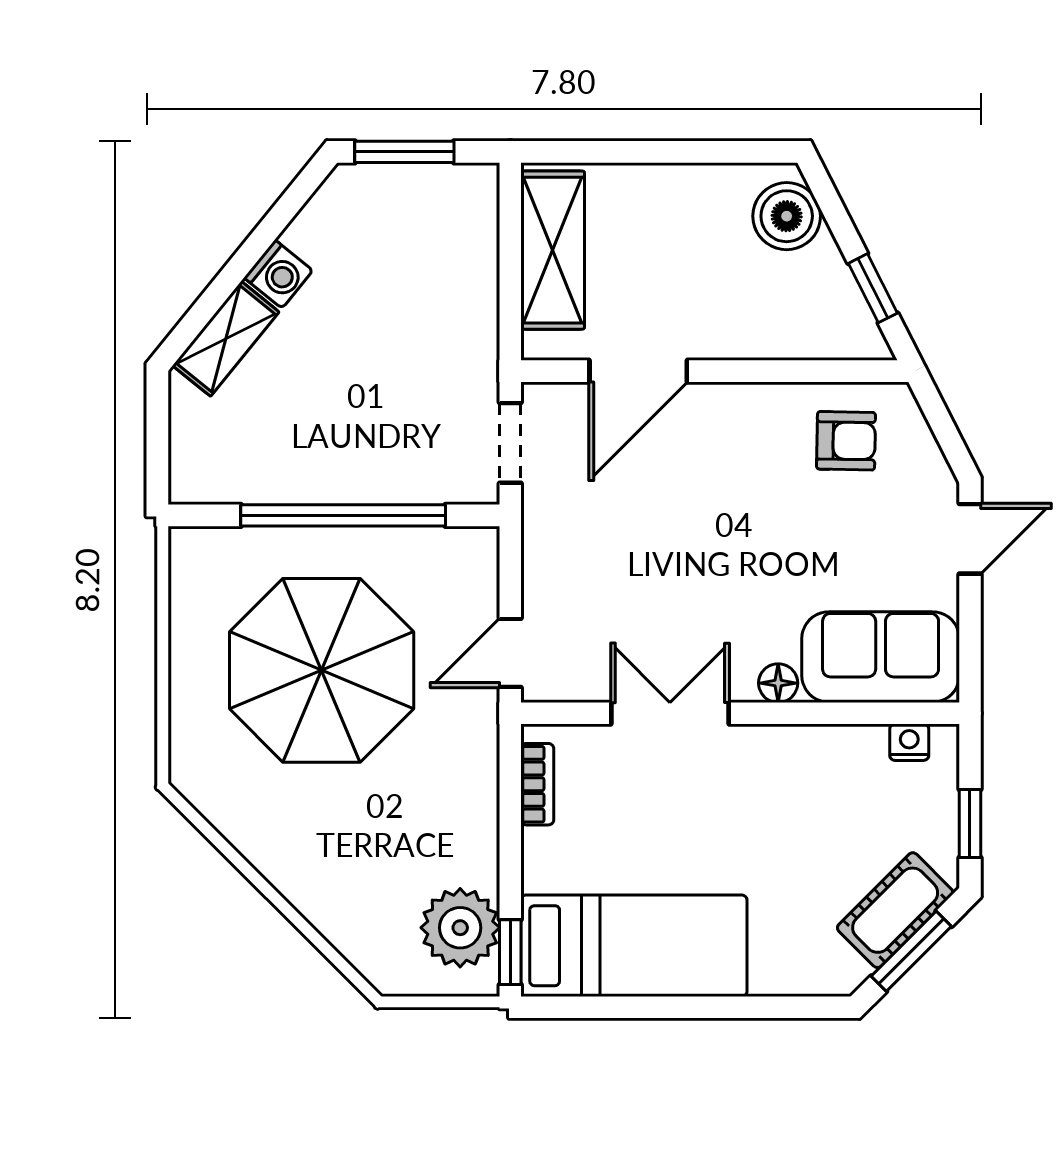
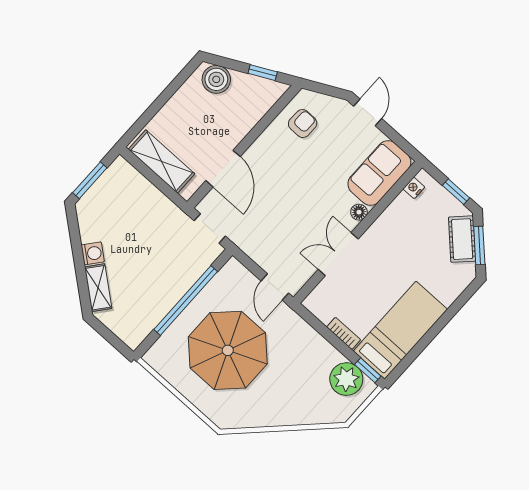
bookcase: (537, 784) -> (344, 333), moved

